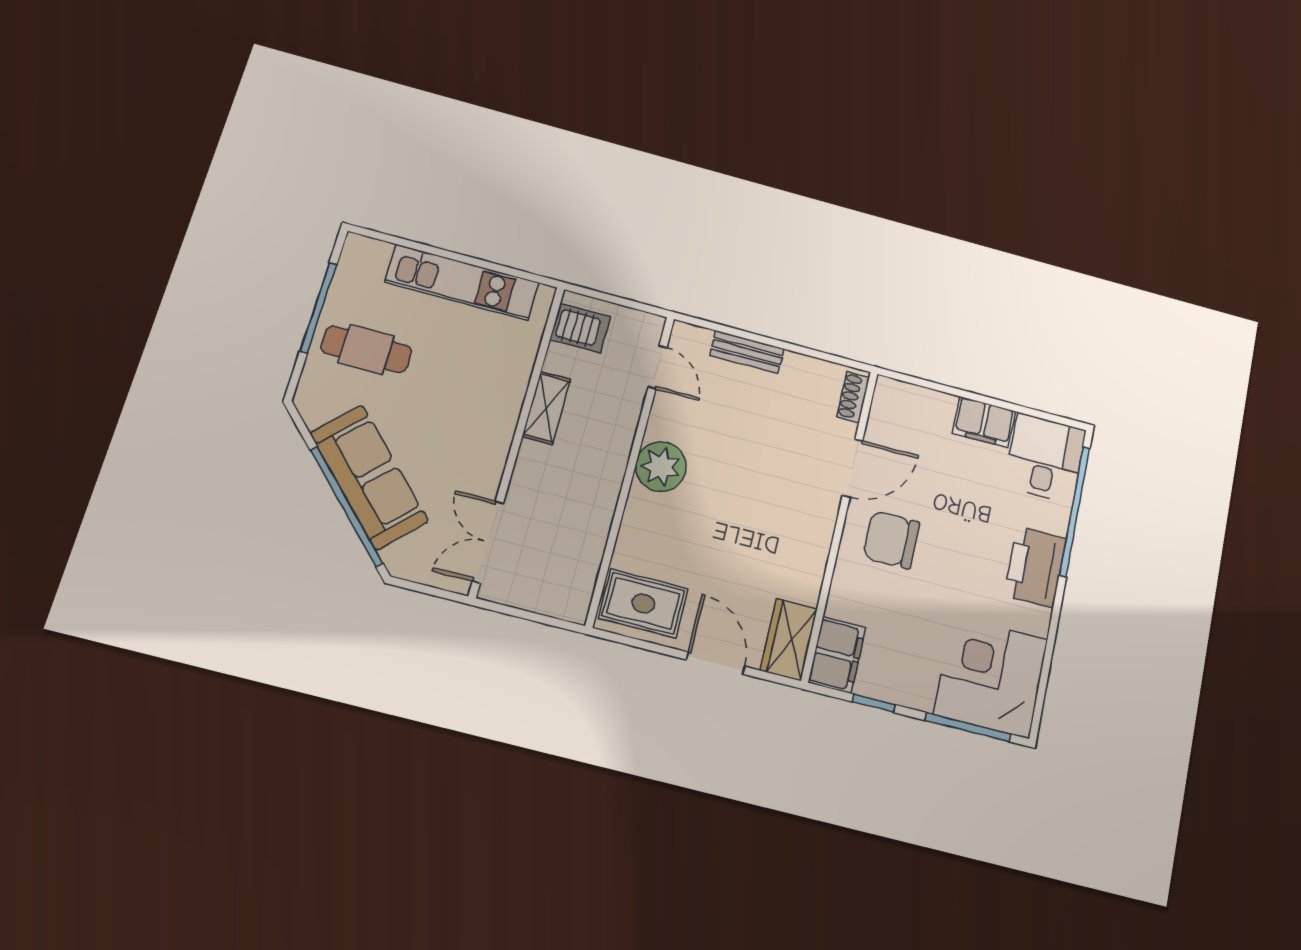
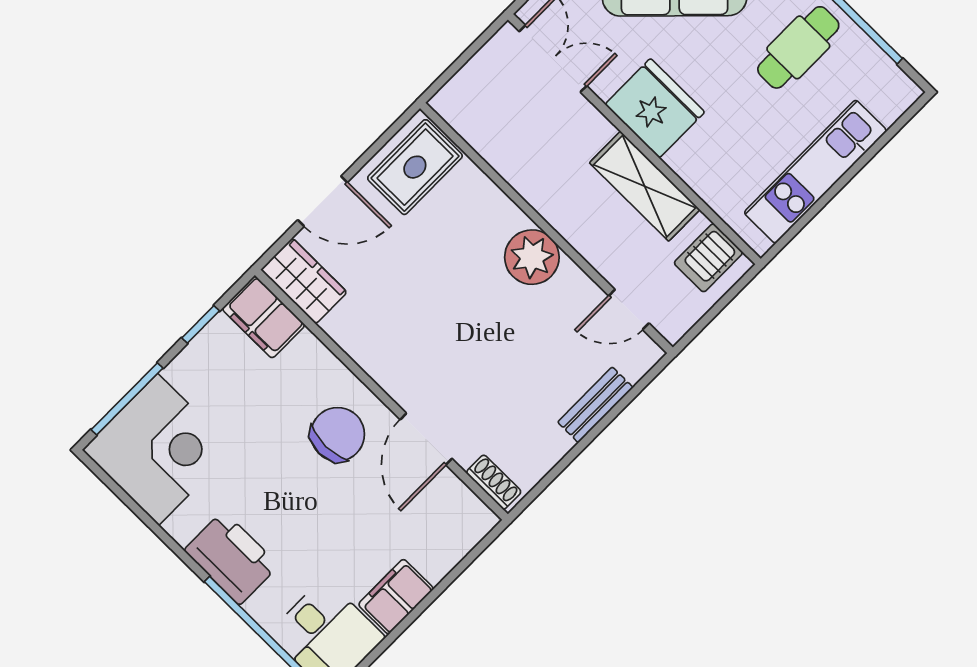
shelving: (546, 408) -> (645, 186), width x1.50, depth x1.33
fridge: (482, 436) -> (655, 108), added

